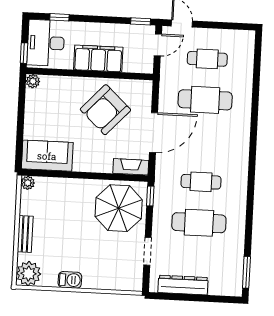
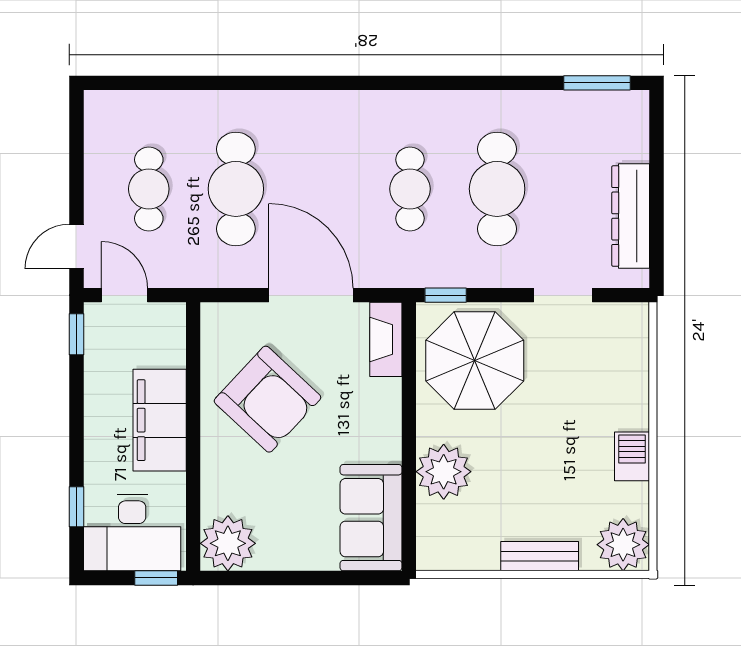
plant: (33, 81) -> (228, 543), width x1.87, depth x1.87
plant: (28, 183) -> (444, 472), moved, width x1.87, depth x1.87

